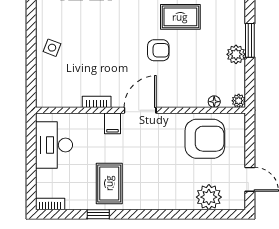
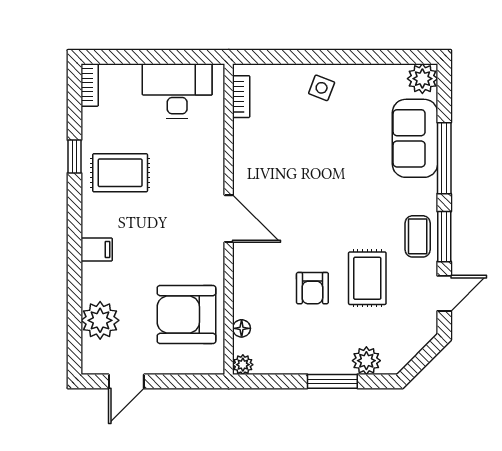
armchair: (158, 50) -> (312, 288), moved
plant: (236, 54) -> (366, 361), moved
bookcase: (97, 102) -> (241, 97), moved
filing cabinet: (112, 123) -> (97, 249), moved, turned 180
armchair: (205, 139) -> (187, 315), turned 90

